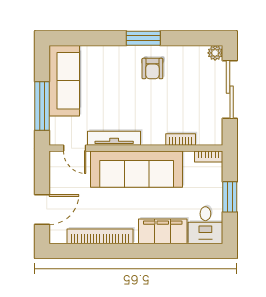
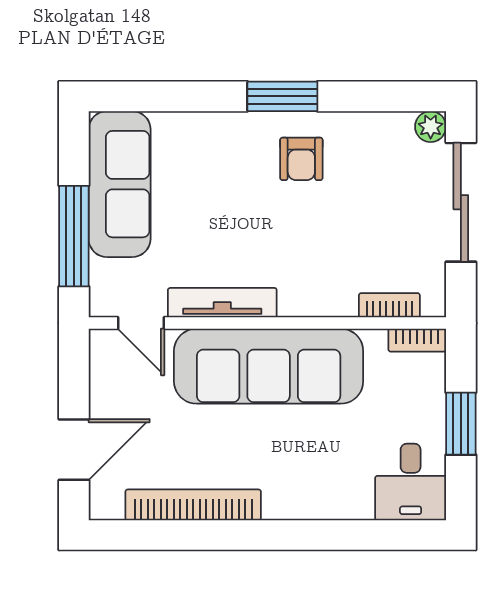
bookcase: (181, 140) -> (389, 305), moved
filing cabinet: (163, 231) -> (323, 495), removed

